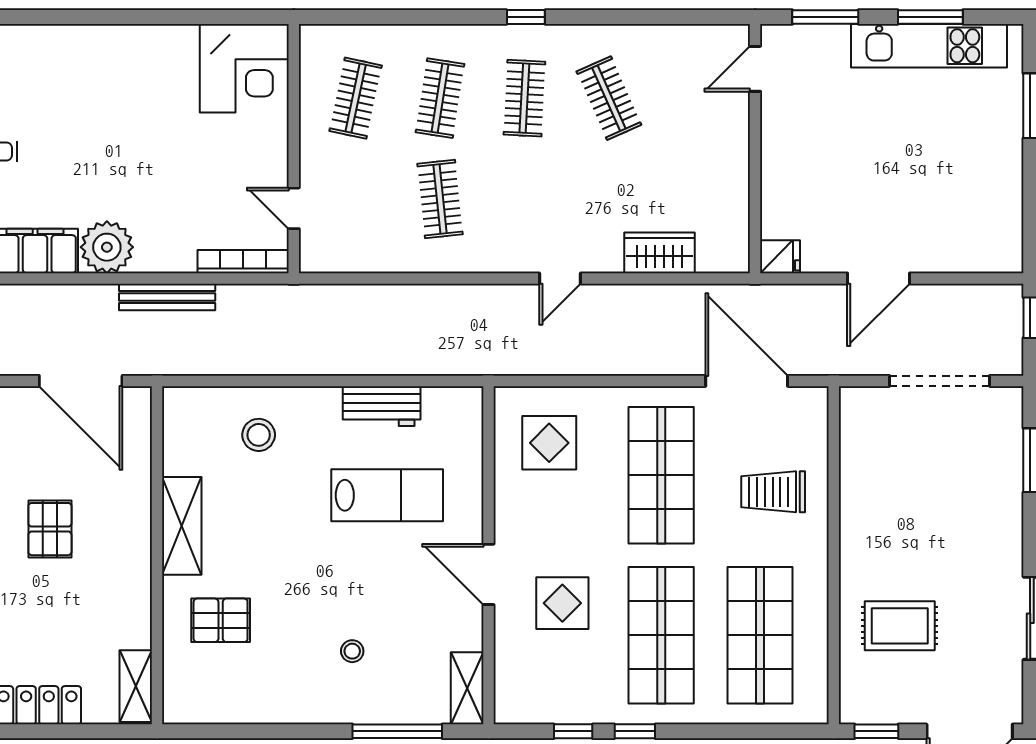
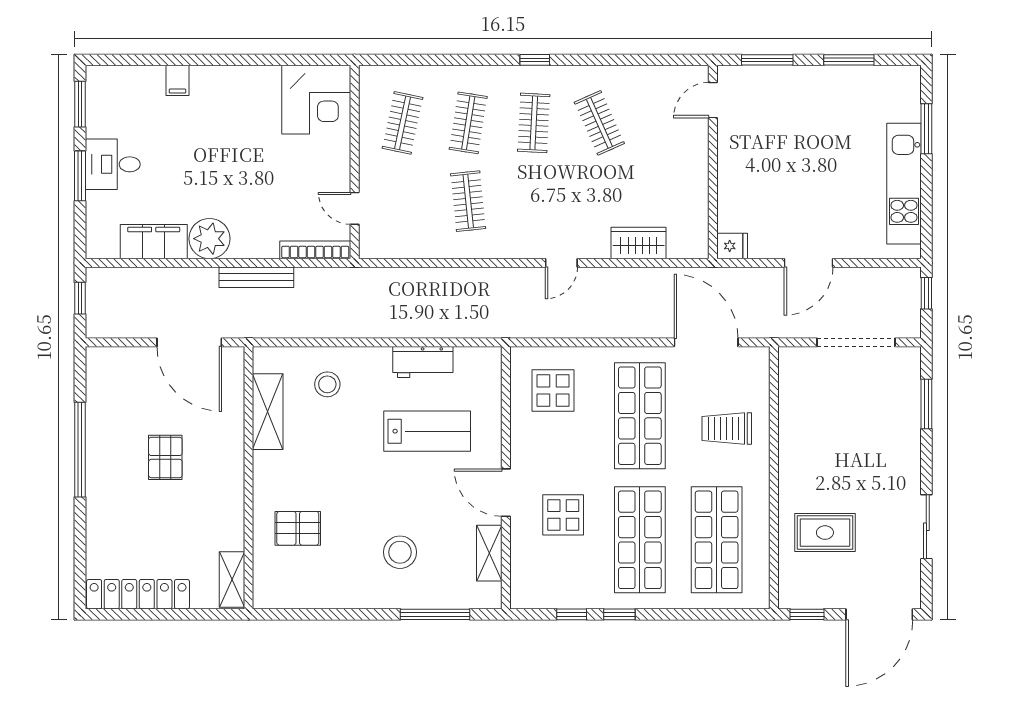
filing cabinet: (66, 43) -> (177, 80), added
kitchen unit: (929, 46) -> (904, 184), moved, turned 90
shelving: (182, 526) -> (268, 412), moved
stool: (352, 651) -> (400, 552), width x1.89, depth x1.89
shelving: (467, 688) -> (489, 553), moved

